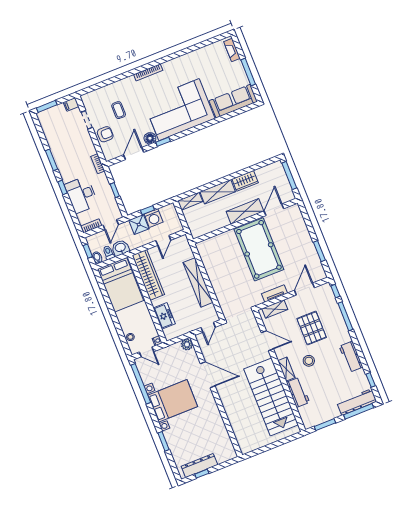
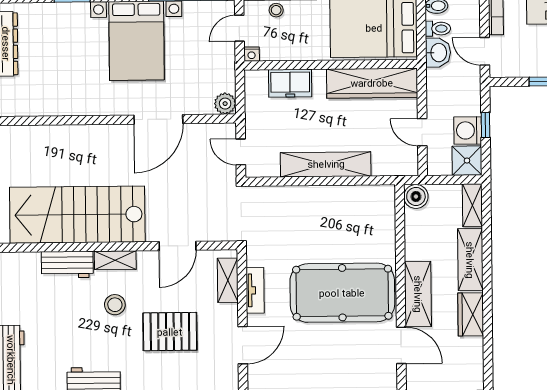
shower: (139, 224) -> (467, 161), moved
boiler: (197, 231) -> (416, 196), added
door: (304, 289) -> (243, 345), hinge flipped

